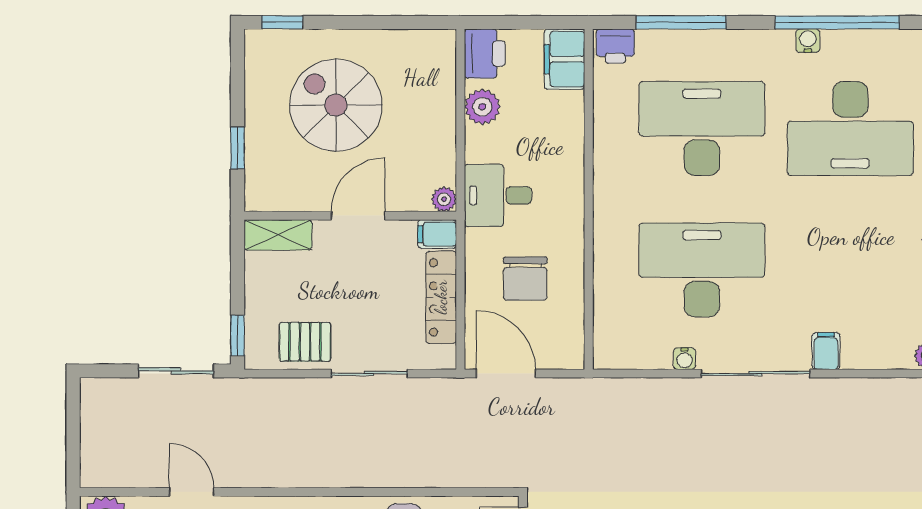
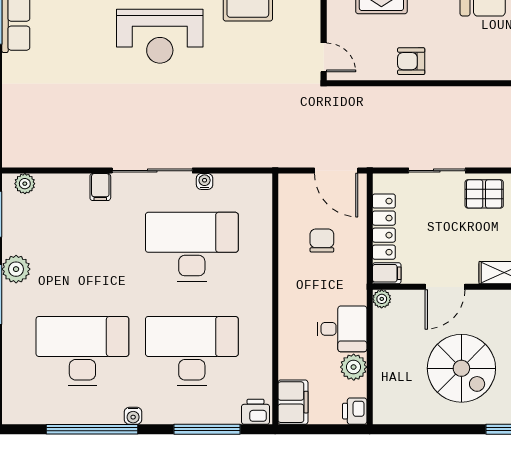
water cooler: (808, 41) -> (133, 416), moved
printer: (485, 54) -> (355, 411), width x0.73, depth x0.81
desk: (702, 129) -> (192, 351), turned 180
desk: (498, 195) -> (342, 329), moved
desk: (702, 270) -> (192, 247), turned 180
chair: (525, 279) -> (322, 240), width x0.73, depth x0.73

